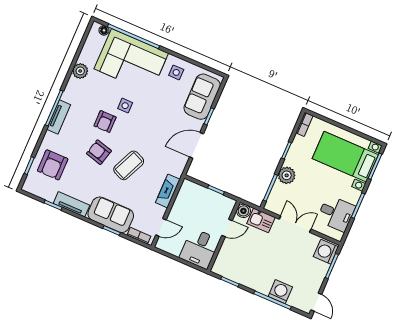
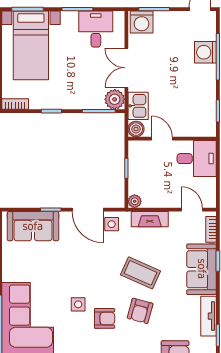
side table: (176, 72) -> (112, 224), moved
plant: (287, 175) -> (115, 99), moved
plant: (187, 185) -> (135, 201), added

